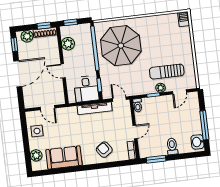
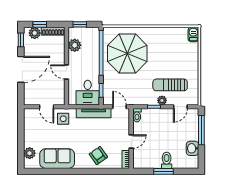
window: (44, 26) -> (40, 24), moved
window: (204, 125) -> (201, 130), moved
side table: (37, 131) -> (63, 119), moved
washbasin: (197, 142) -> (192, 148), moved
window: (156, 159) -> (164, 171), moved

